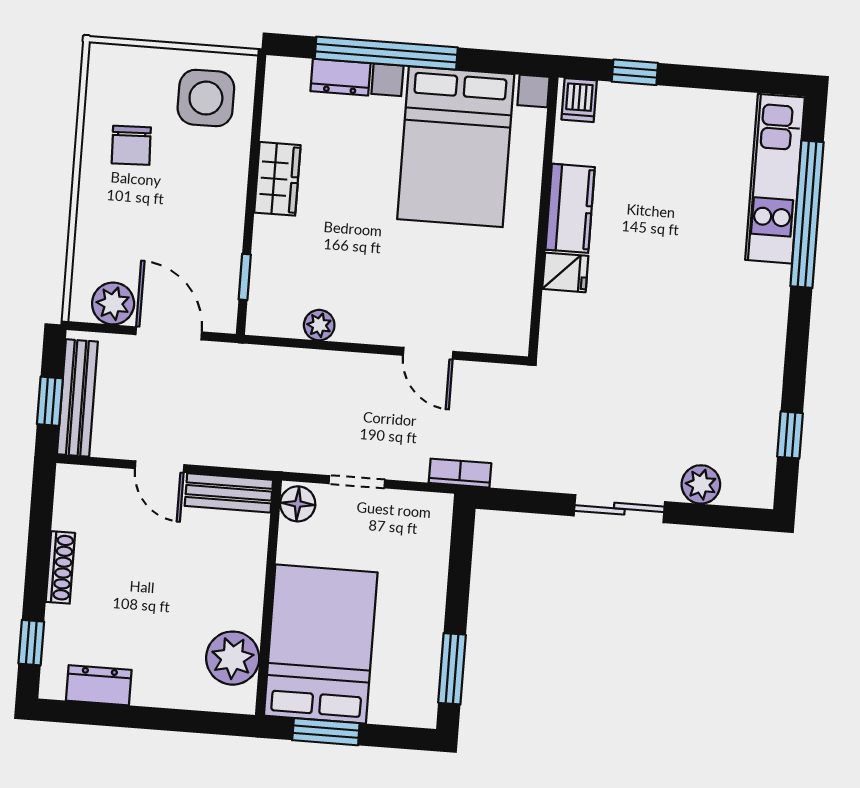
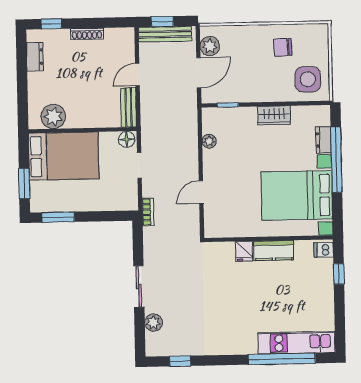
window: (326, 732) -> (24, 184), moved

